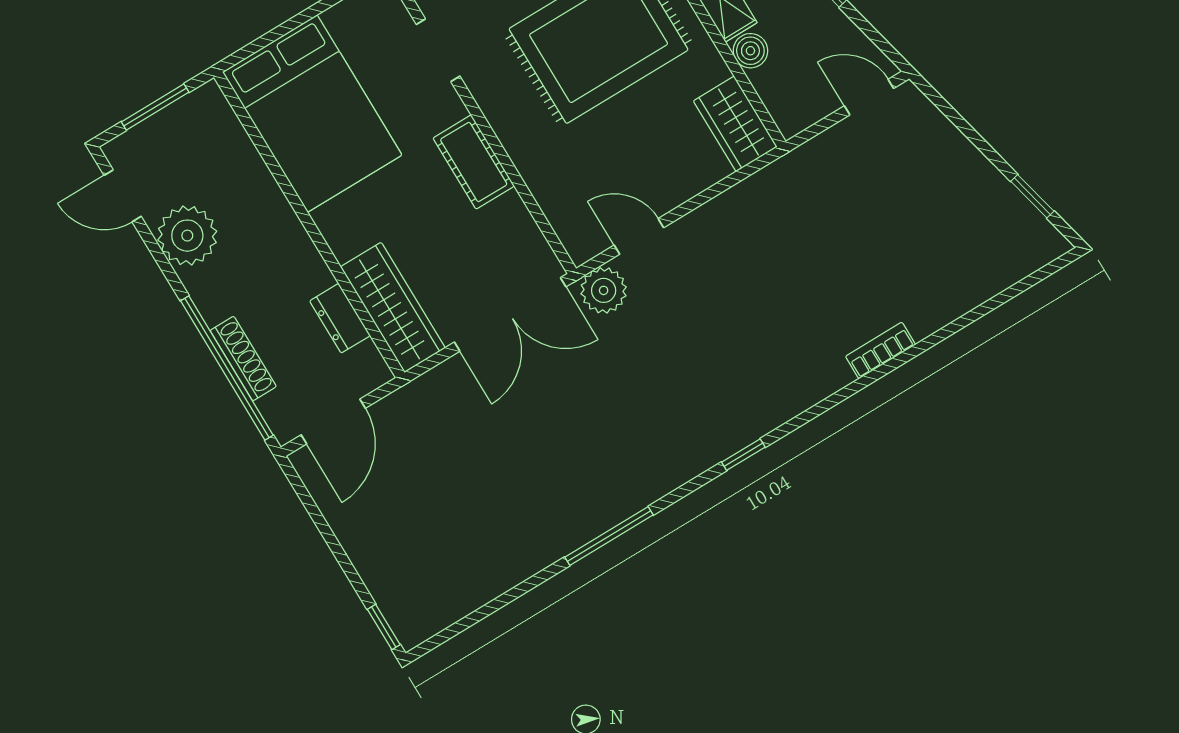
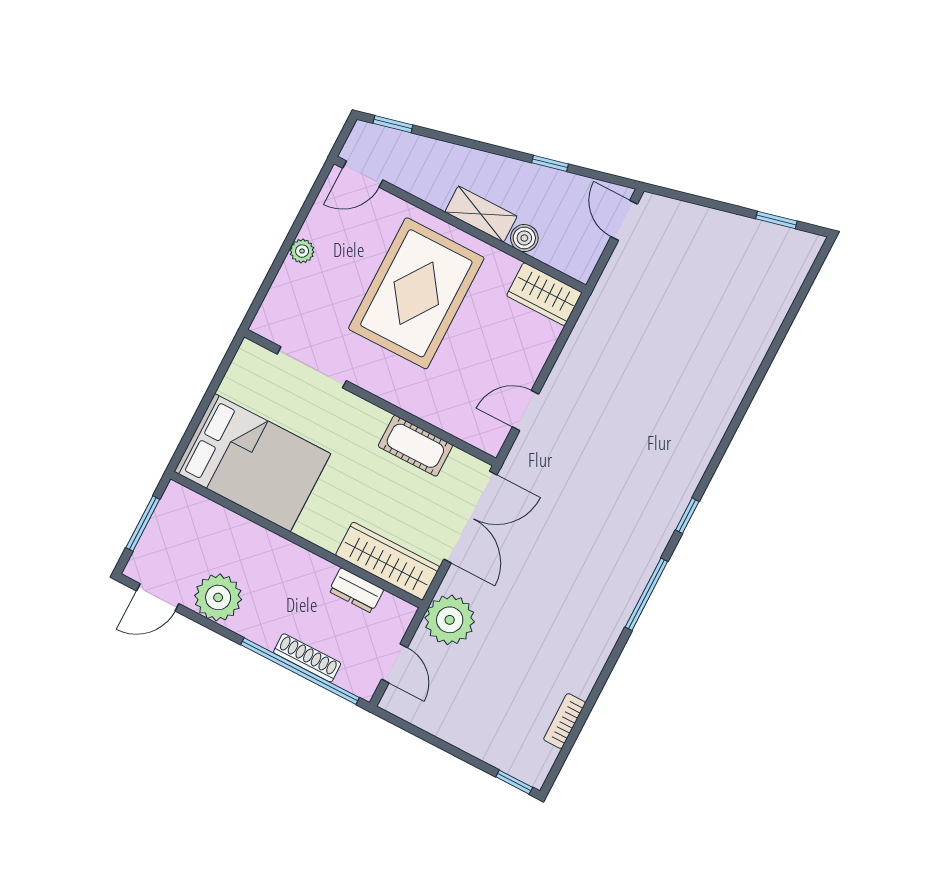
doorway: (438, 50) -> (312, 367), width x1.38
door: (869, 97) -> (624, 220), hinge flipped
cot: (474, 162) -> (415, 446), moved
plant: (604, 290) -> (450, 620), moved, width x1.36, depth x1.36
bookcase: (880, 350) -> (565, 721), moved
door: (333, 422) -> (395, 663), width x0.73
window: (609, 536) -> (646, 594), moved

